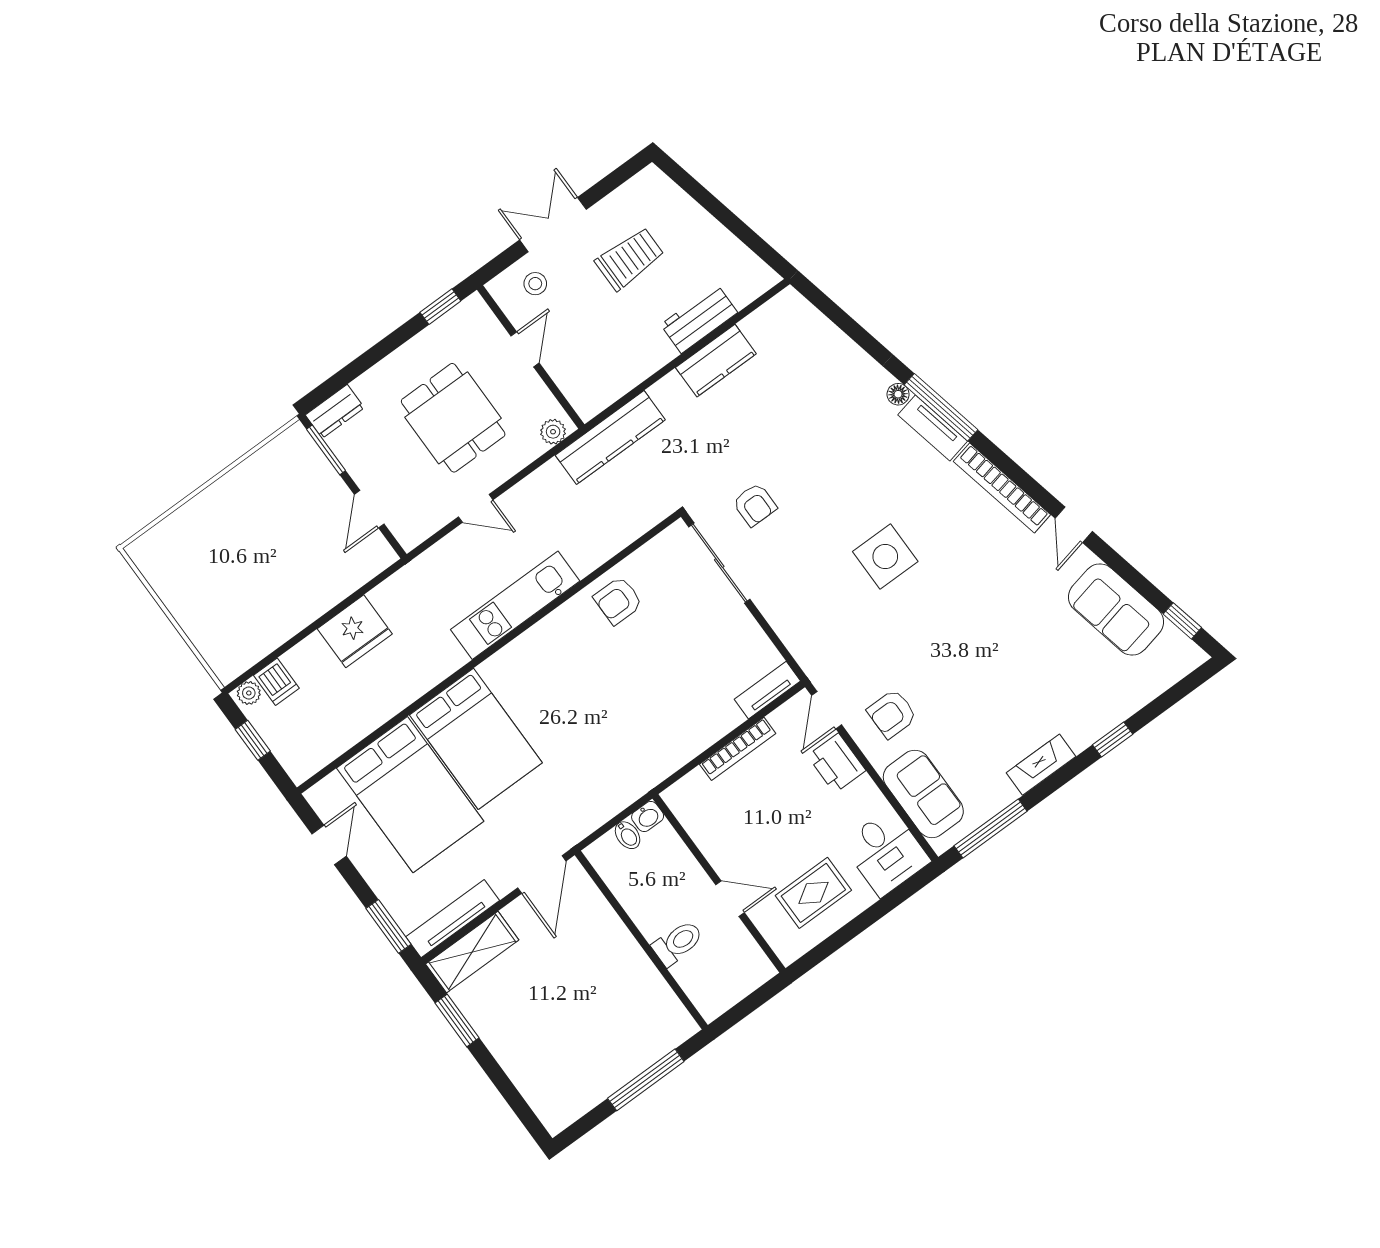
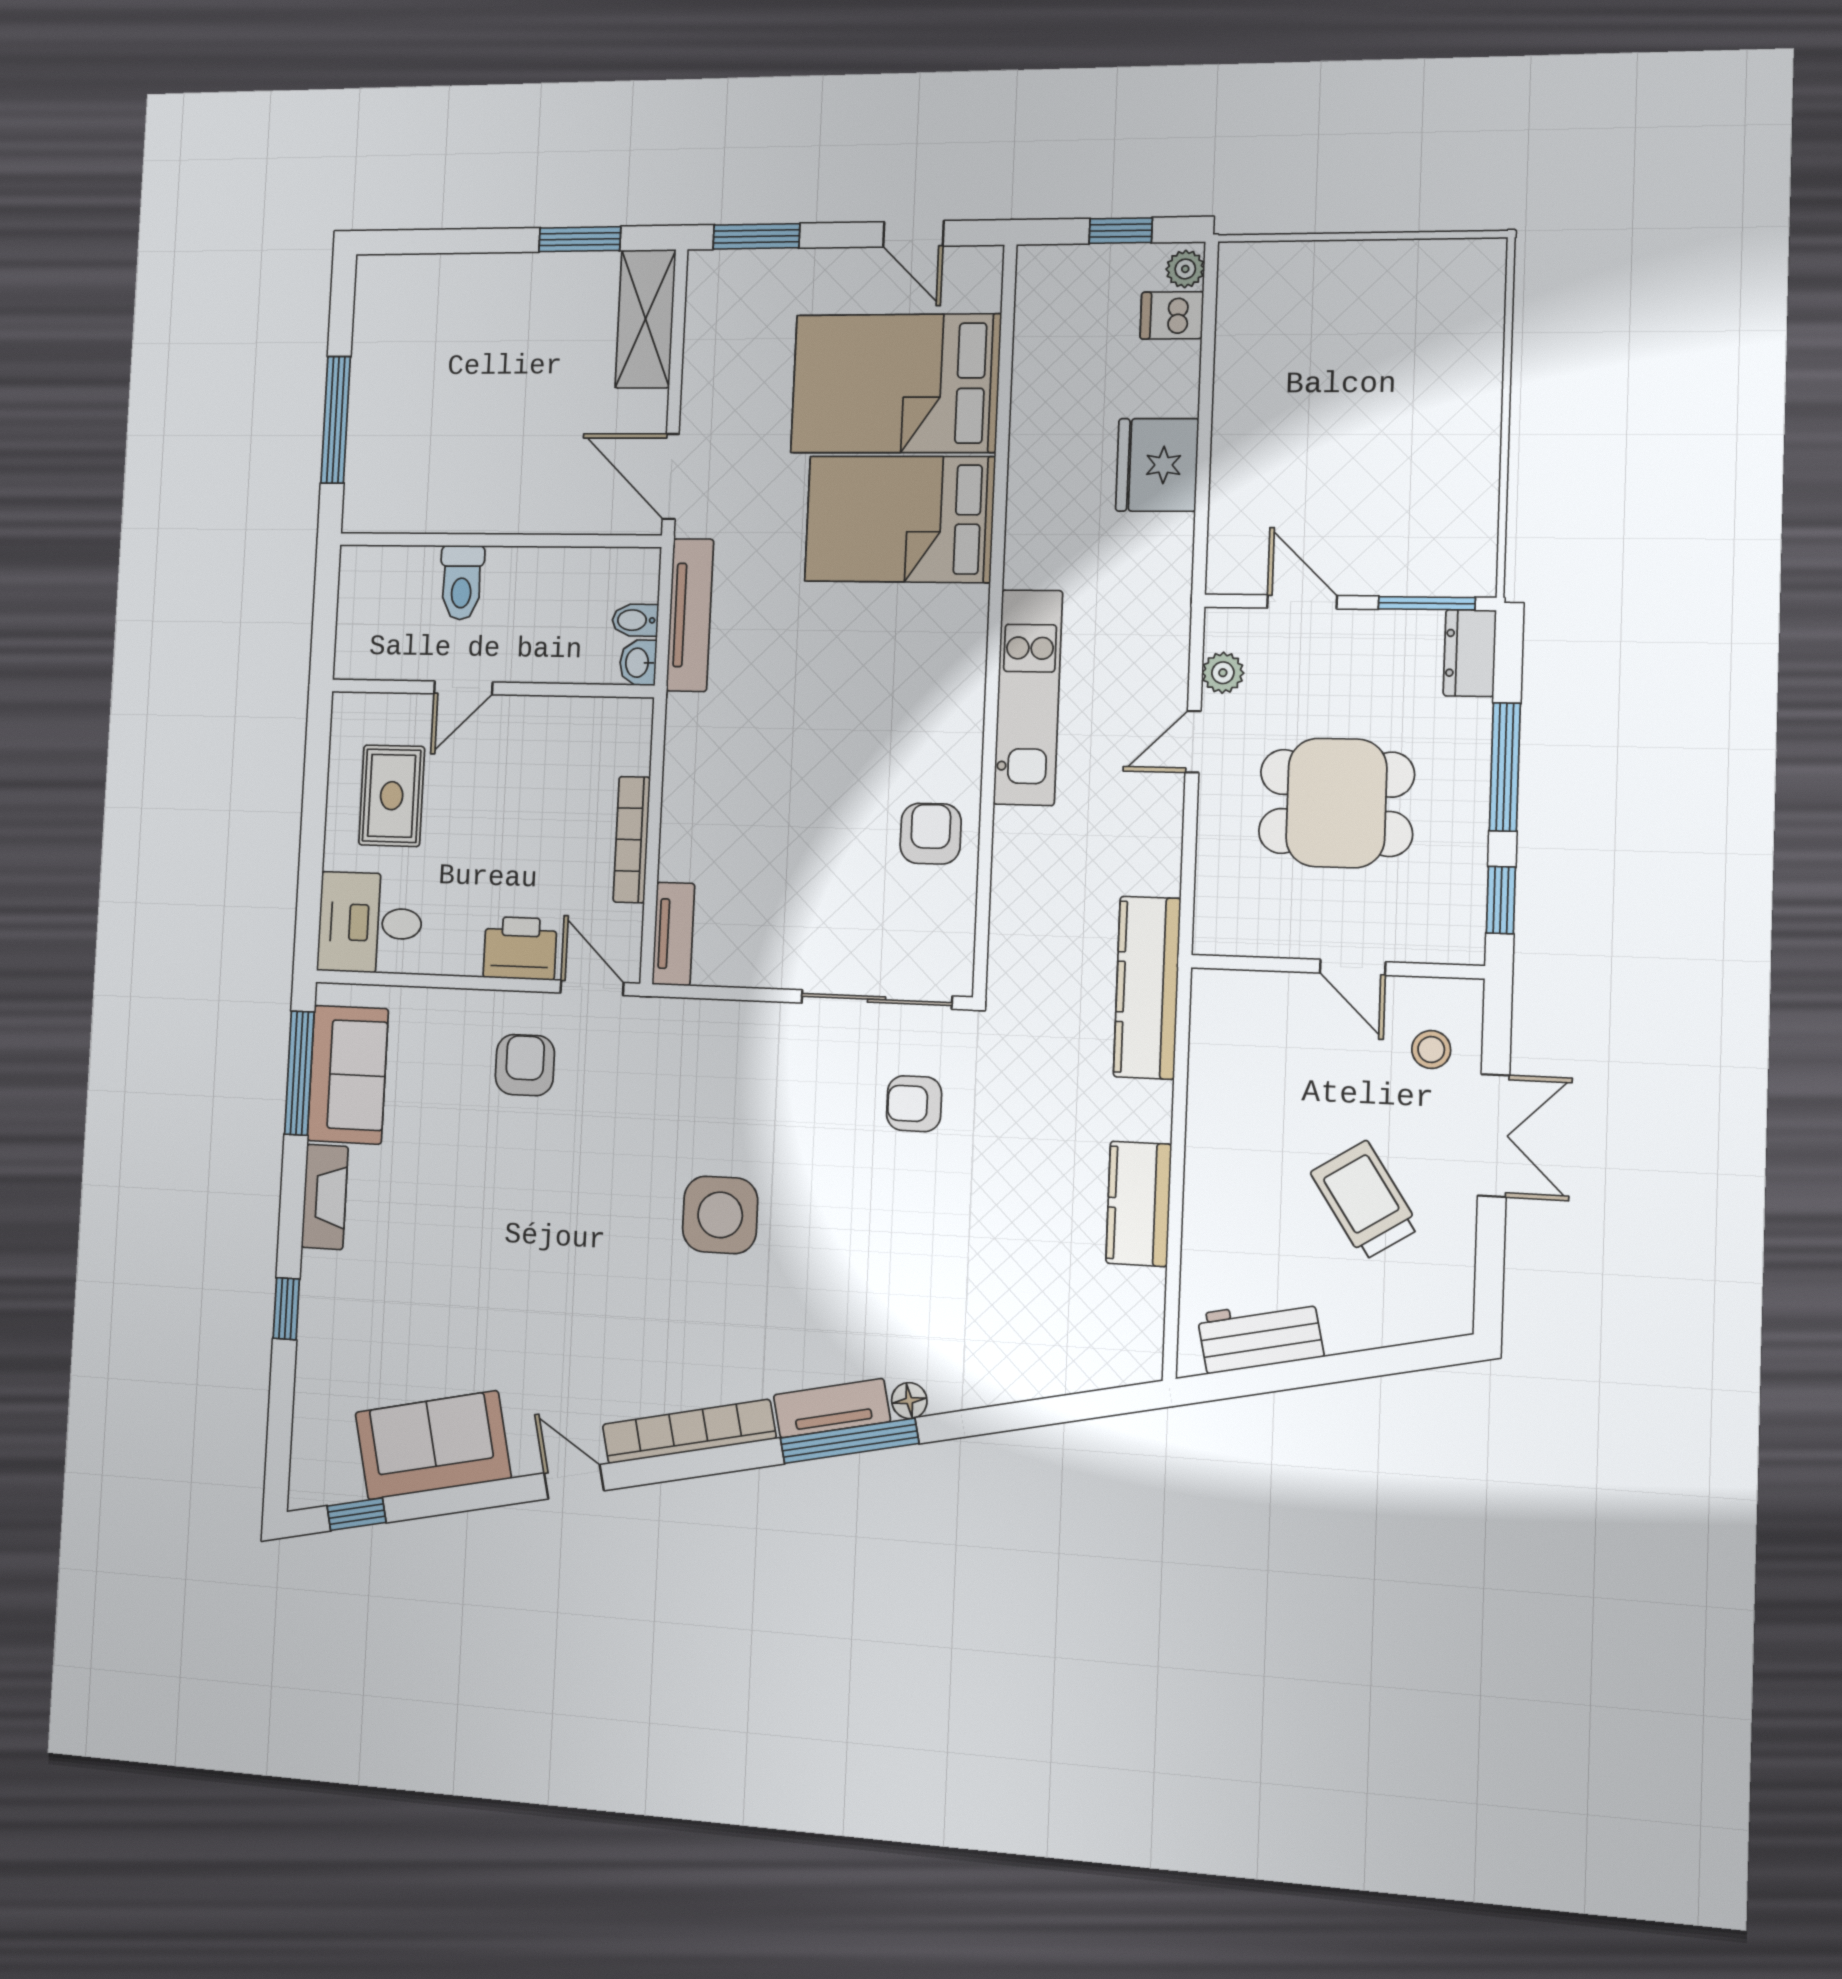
trolley: (630, 259) -> (1365, 1200), turned 147
workbench: (699, 319) -> (1260, 1335), moved, turned -102
window: (376, 353) -> (1505, 767), added
plant: (553, 432) -> (1223, 673), moved
sofa: (923, 794) -> (348, 1075), moved, turned -90
tv unit: (453, 919) -> (690, 615), moved

